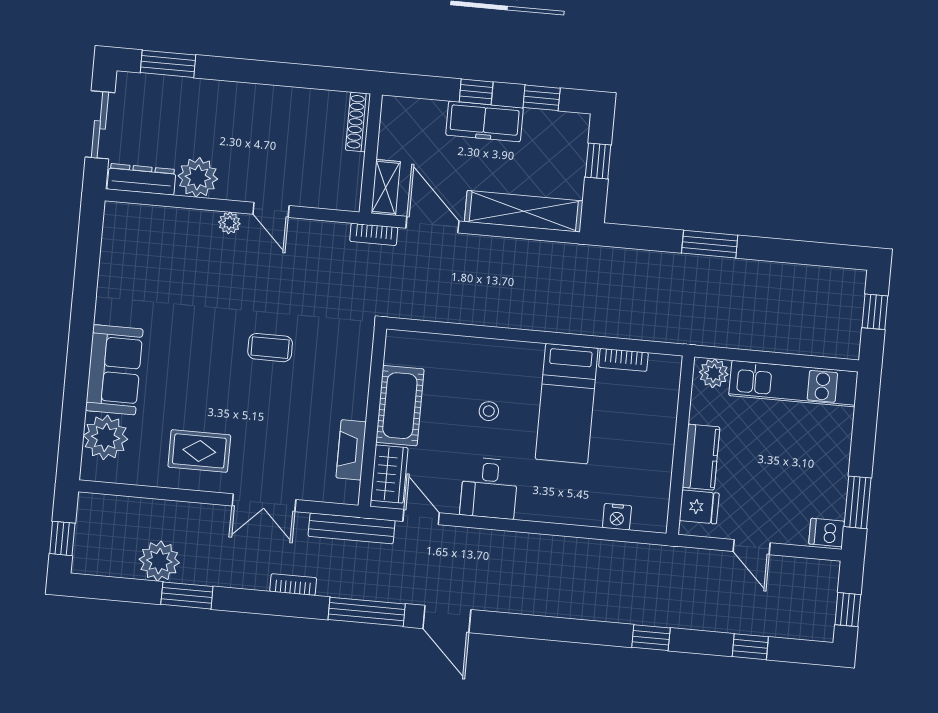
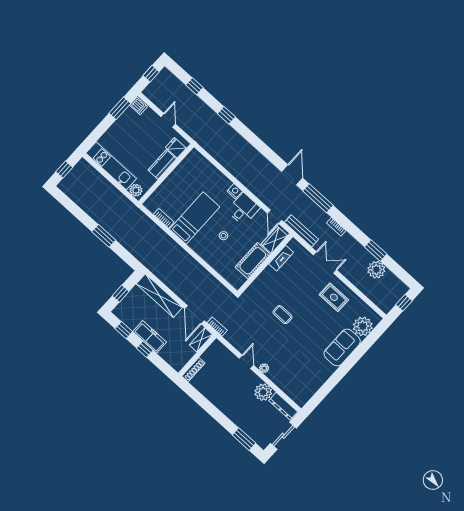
nightstand: (617, 517) -> (235, 191), moved

